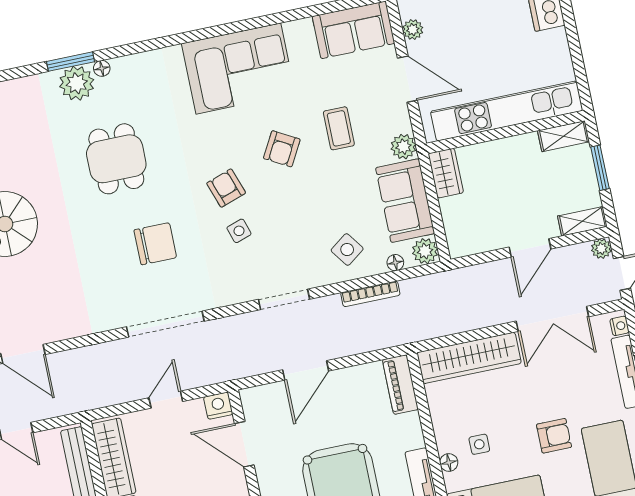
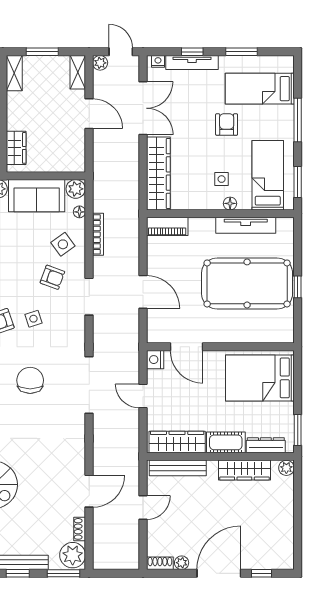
wardrobe: (446, 173) -> (16, 148), moved, turned 90
armchair: (300, 245) -> (52, 277), added
door: (244, 444) -> (186, 347), hinge flipped

